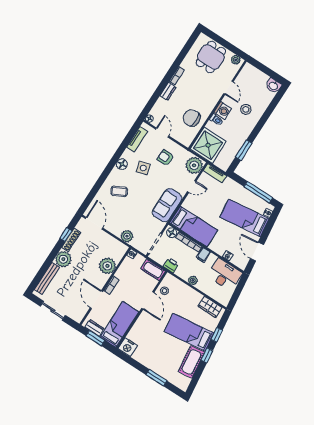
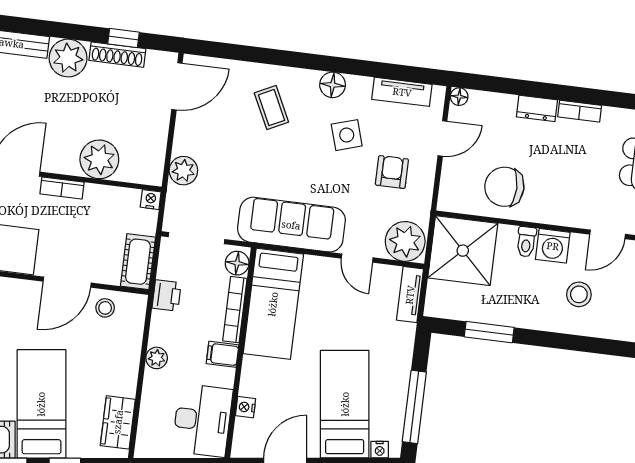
chair: (192, 118) -> (504, 187), turned -90
sofa: (167, 205) -> (291, 225), width x1.36

